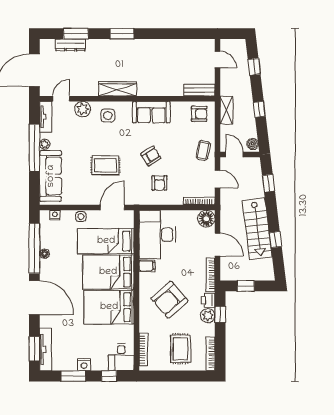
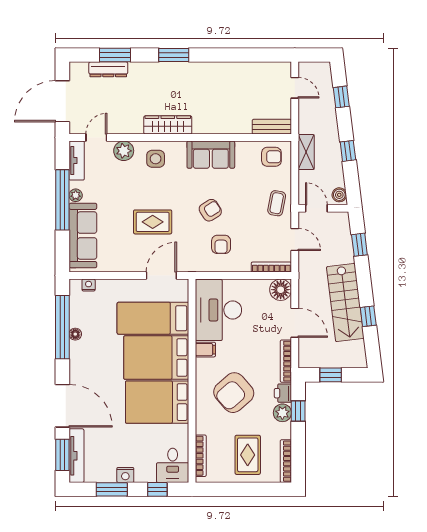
side table: (81, 217) -> (121, 287), removed
door: (34, 298) -> (62, 406), moved

